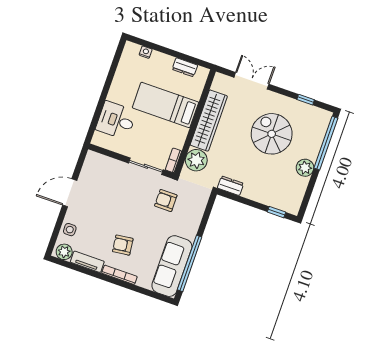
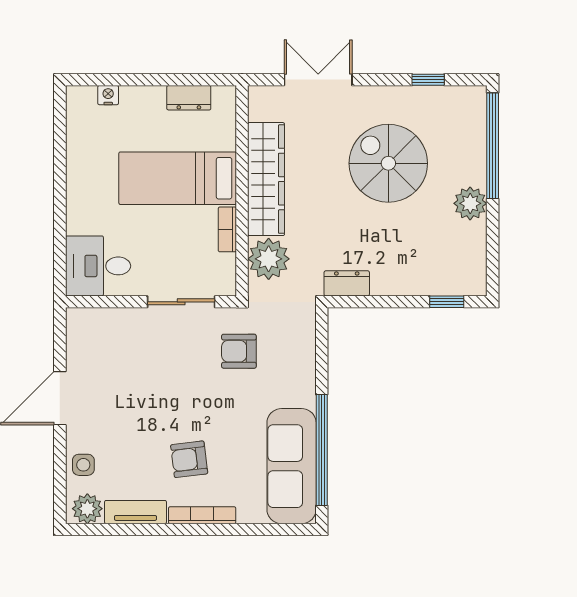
desk: (116, 120) -> (98, 266), moved
bookcase: (173, 160) -> (227, 229), moved

